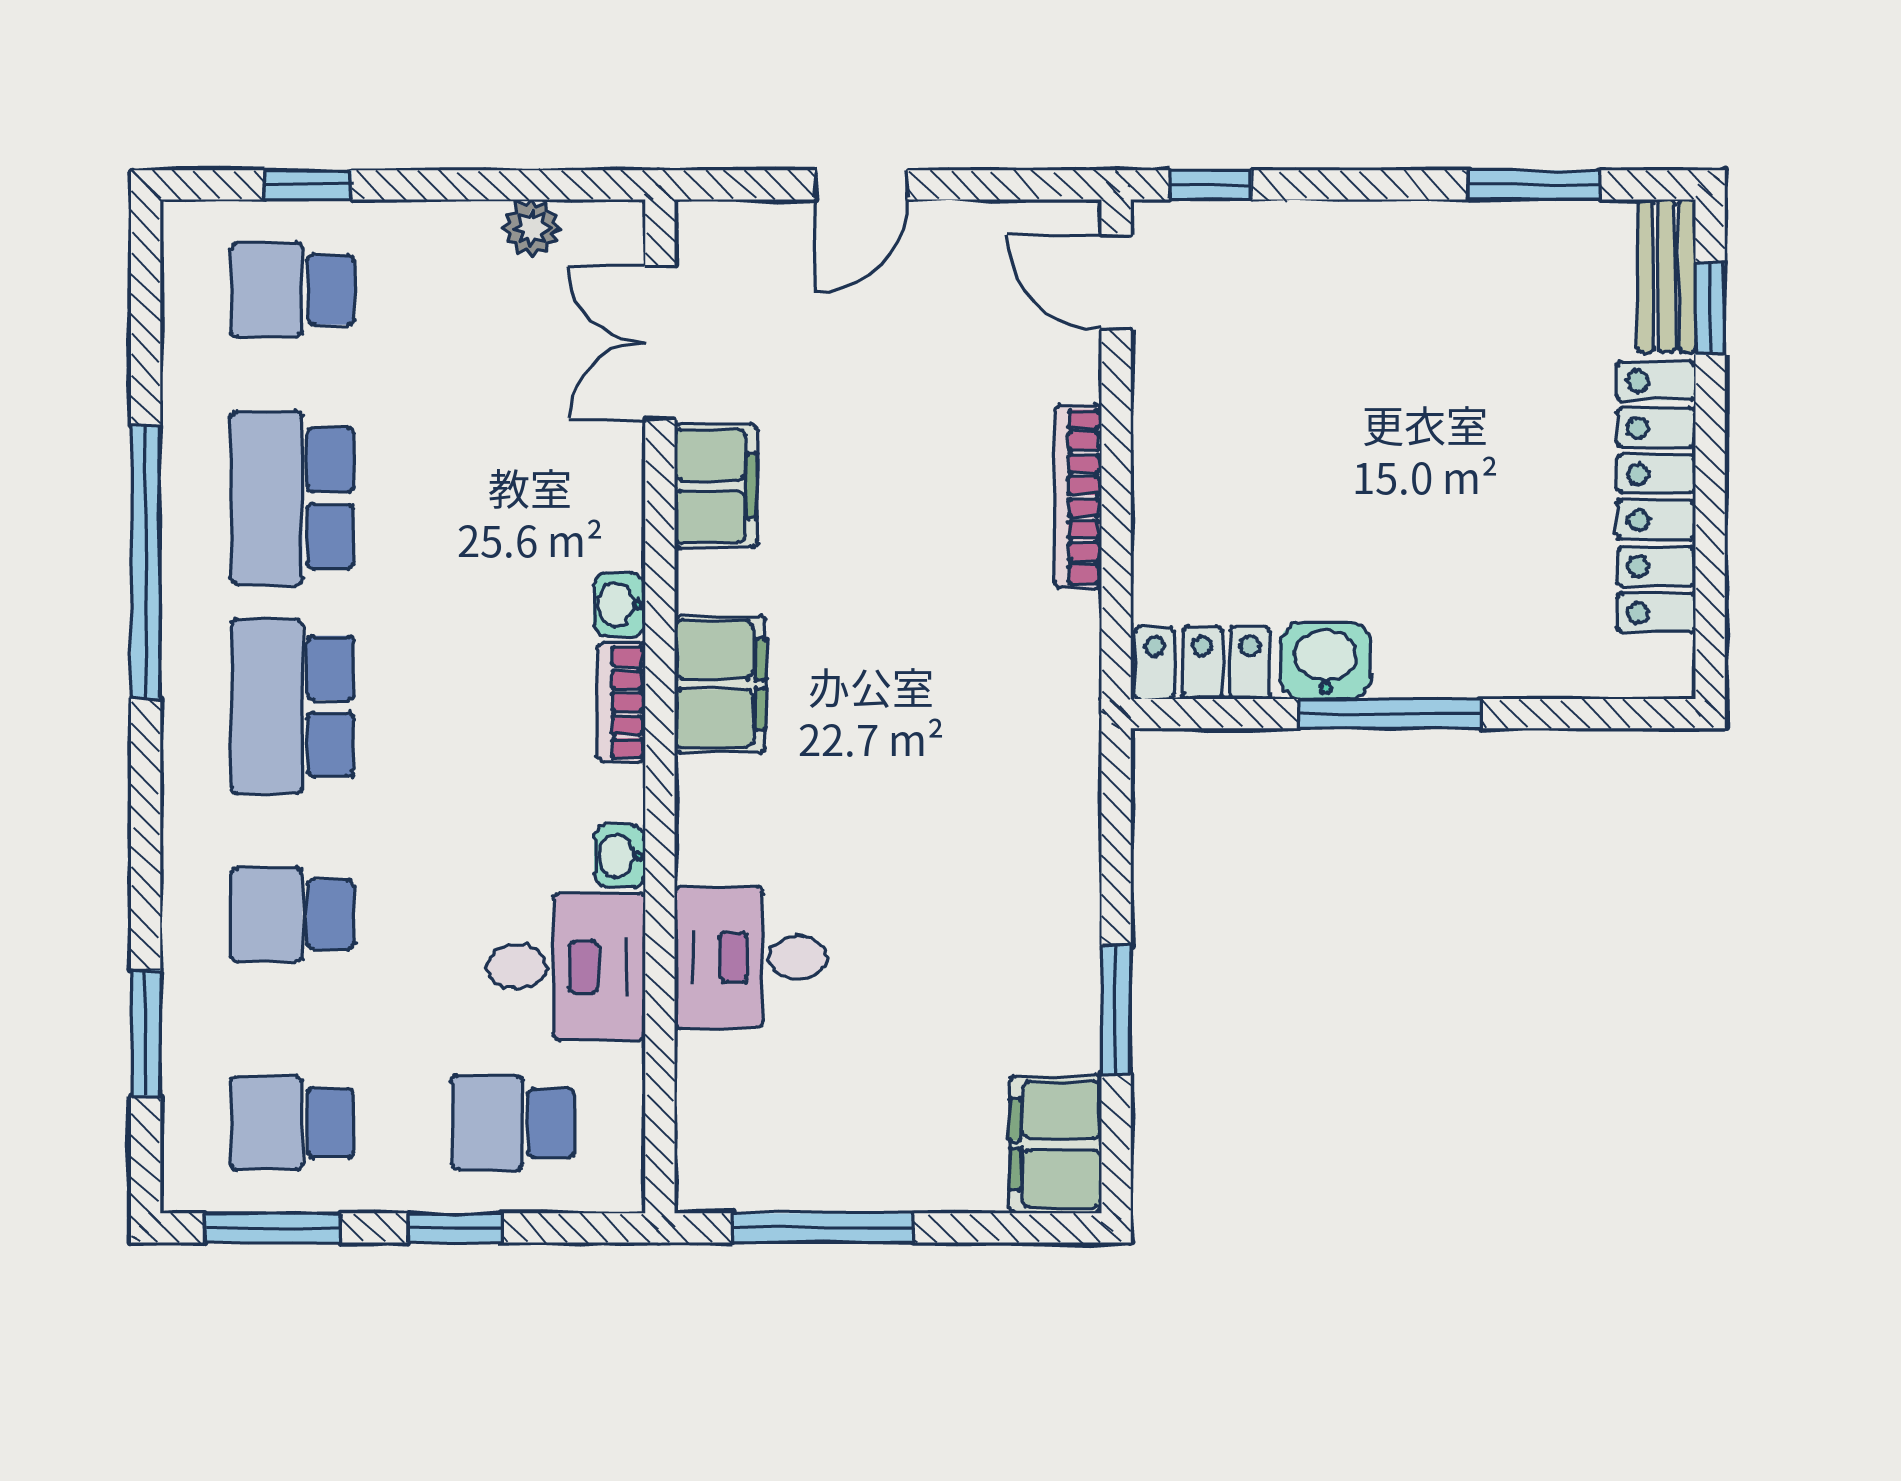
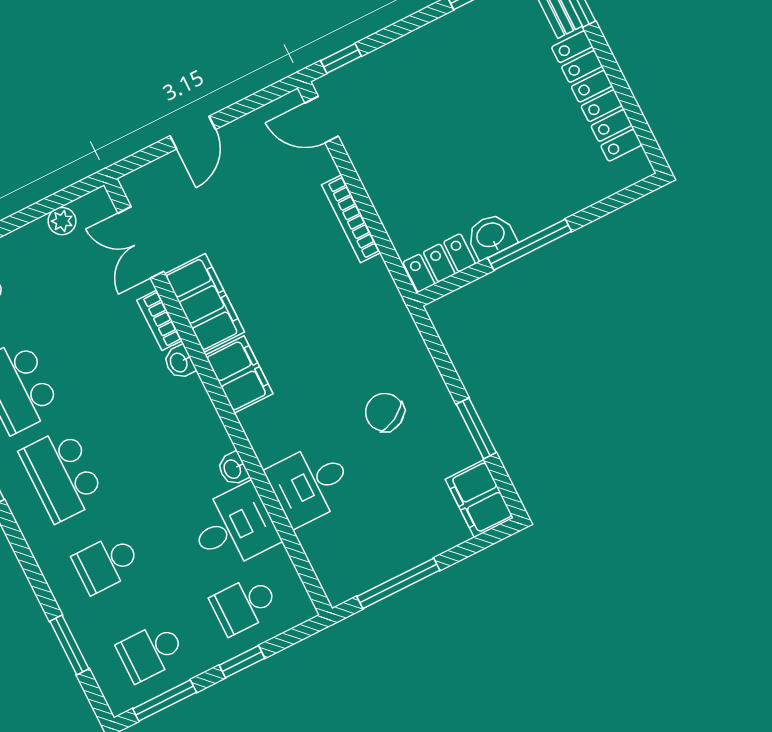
filing cabinet: (716, 486) -> (204, 303), width x1.50, depth x1.17
bookcase: (622, 702) -> (160, 320), moved
chair: (959, 893) -> (385, 412), added

